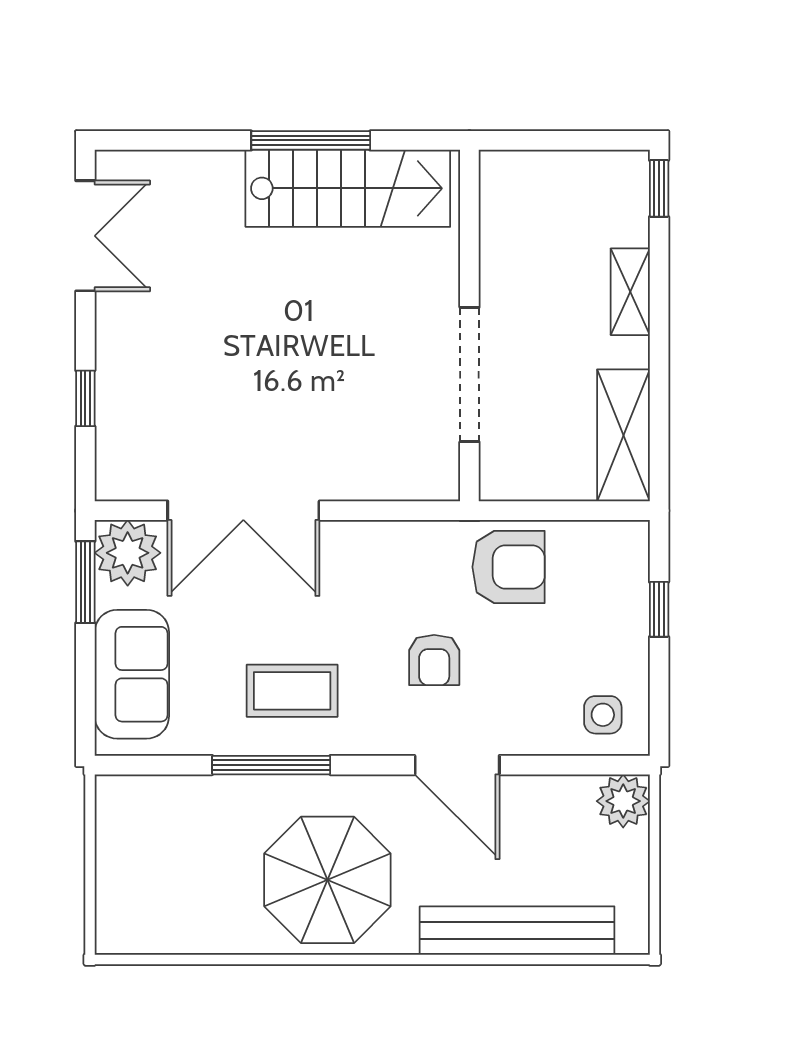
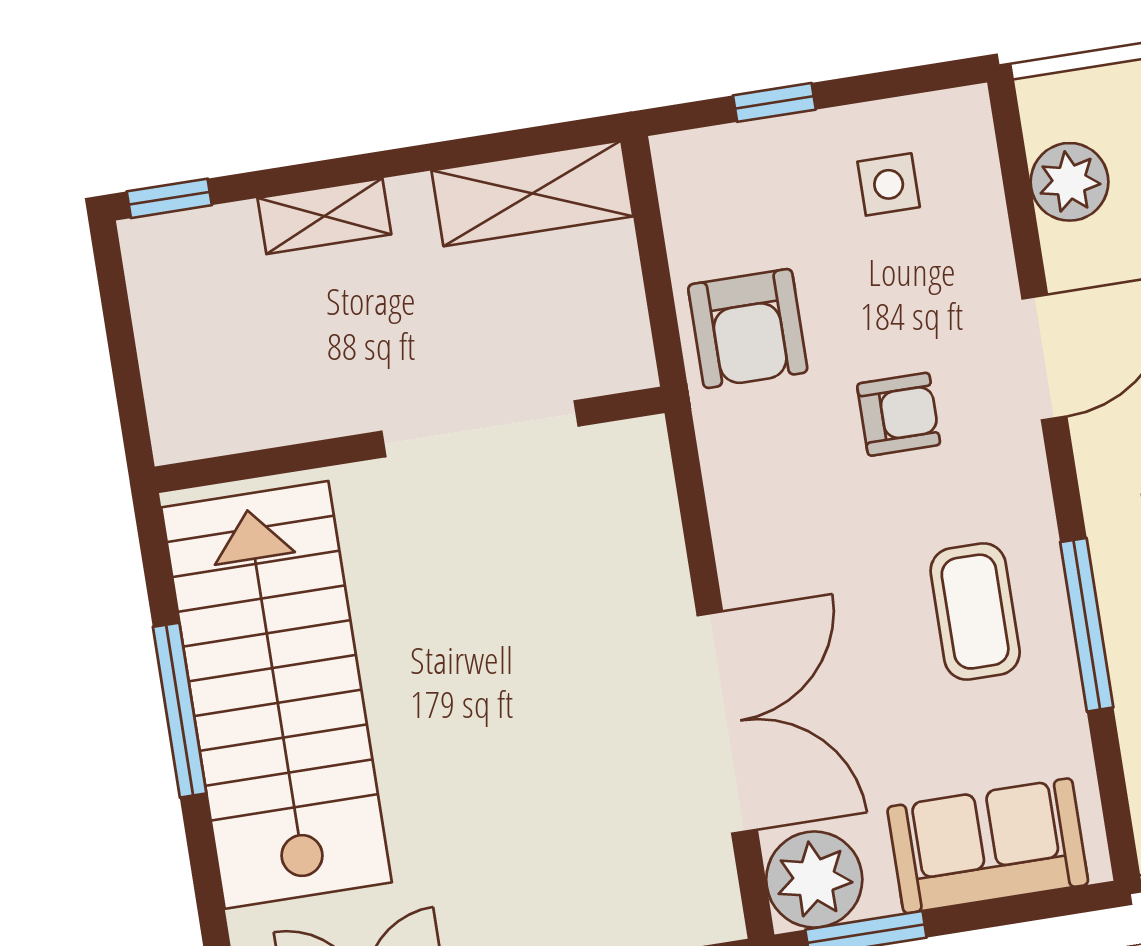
stairs: (348, 188) -> (277, 695), width x1.36, depth x1.51
armchair: (509, 567) -> (748, 329), turned 180
side table: (603, 715) -> (889, 184), moved
plant: (623, 801) -> (1070, 182), moved

